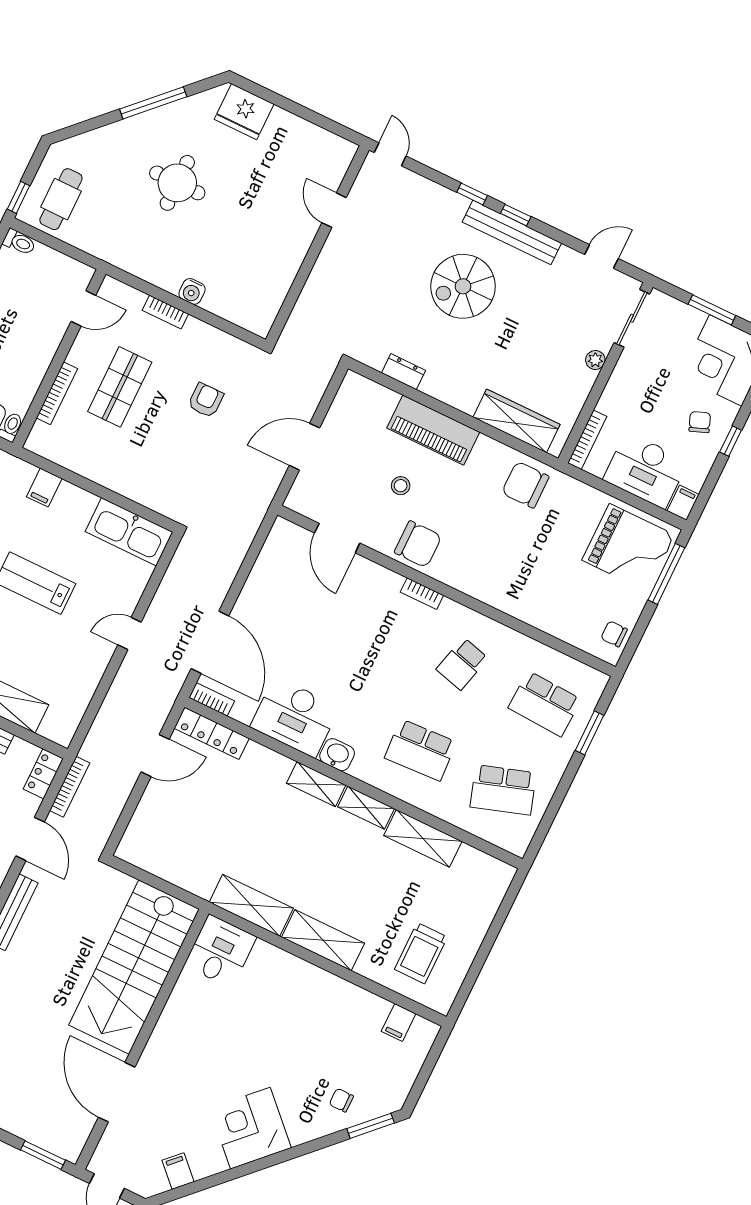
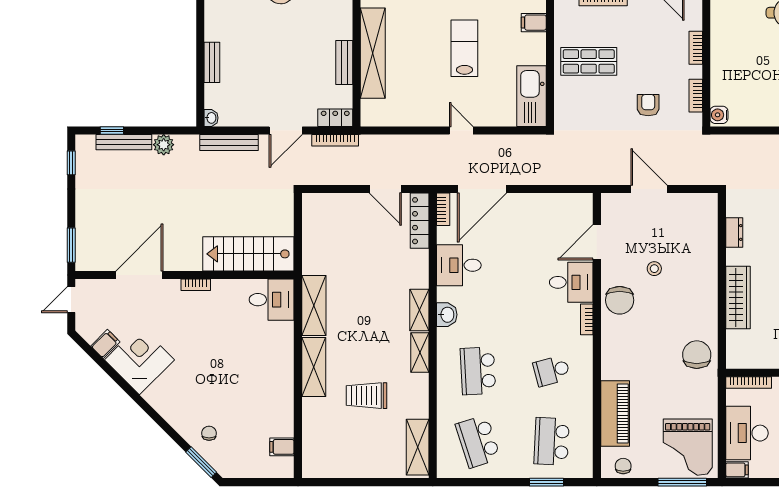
water cooler: (192, 291) -> (719, 115), moved
bookcase: (222, 339) -> (696, 96), added
shop shelf: (120, 387) -> (589, 61), moved
armchair: (206, 400) -> (648, 105), turned -90
wardrobe: (516, 421) -> (738, 297), moved
piano: (433, 430) -> (615, 414), moved, turned 180
desk: (370, 591) -> (571, 282), added
school desk: (462, 664) -> (552, 371), turned -30
desk: (295, 717) -> (459, 265), width x0.73
shelving: (423, 838) -> (418, 447), moved
trolley: (421, 953) -> (367, 396), moved
stairs: (134, 967) -> (248, 254), width x0.73, depth x0.66
bookcase: (160, 1032) -> (196, 285), added
corner desk: (250, 1128) -> (139, 360), moved

